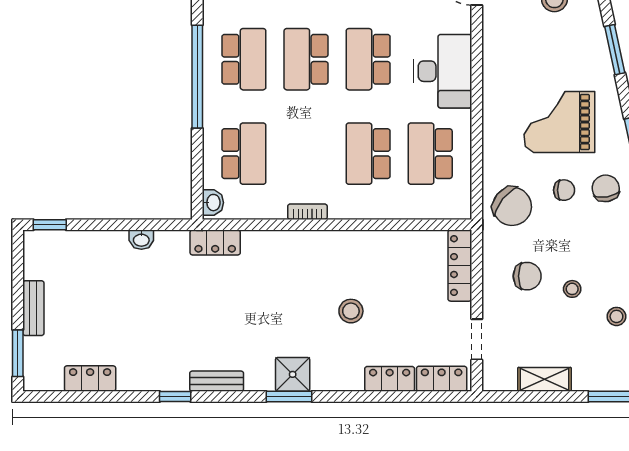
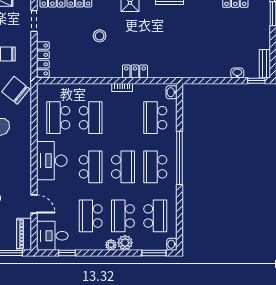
school desk: (430, 154) -> (58, 118), turned 180
washbasin: (141, 240) -> (237, 73), moved
locker: (215, 242) -> (135, 72), moved
bench: (33, 308) -> (265, 64), moved

